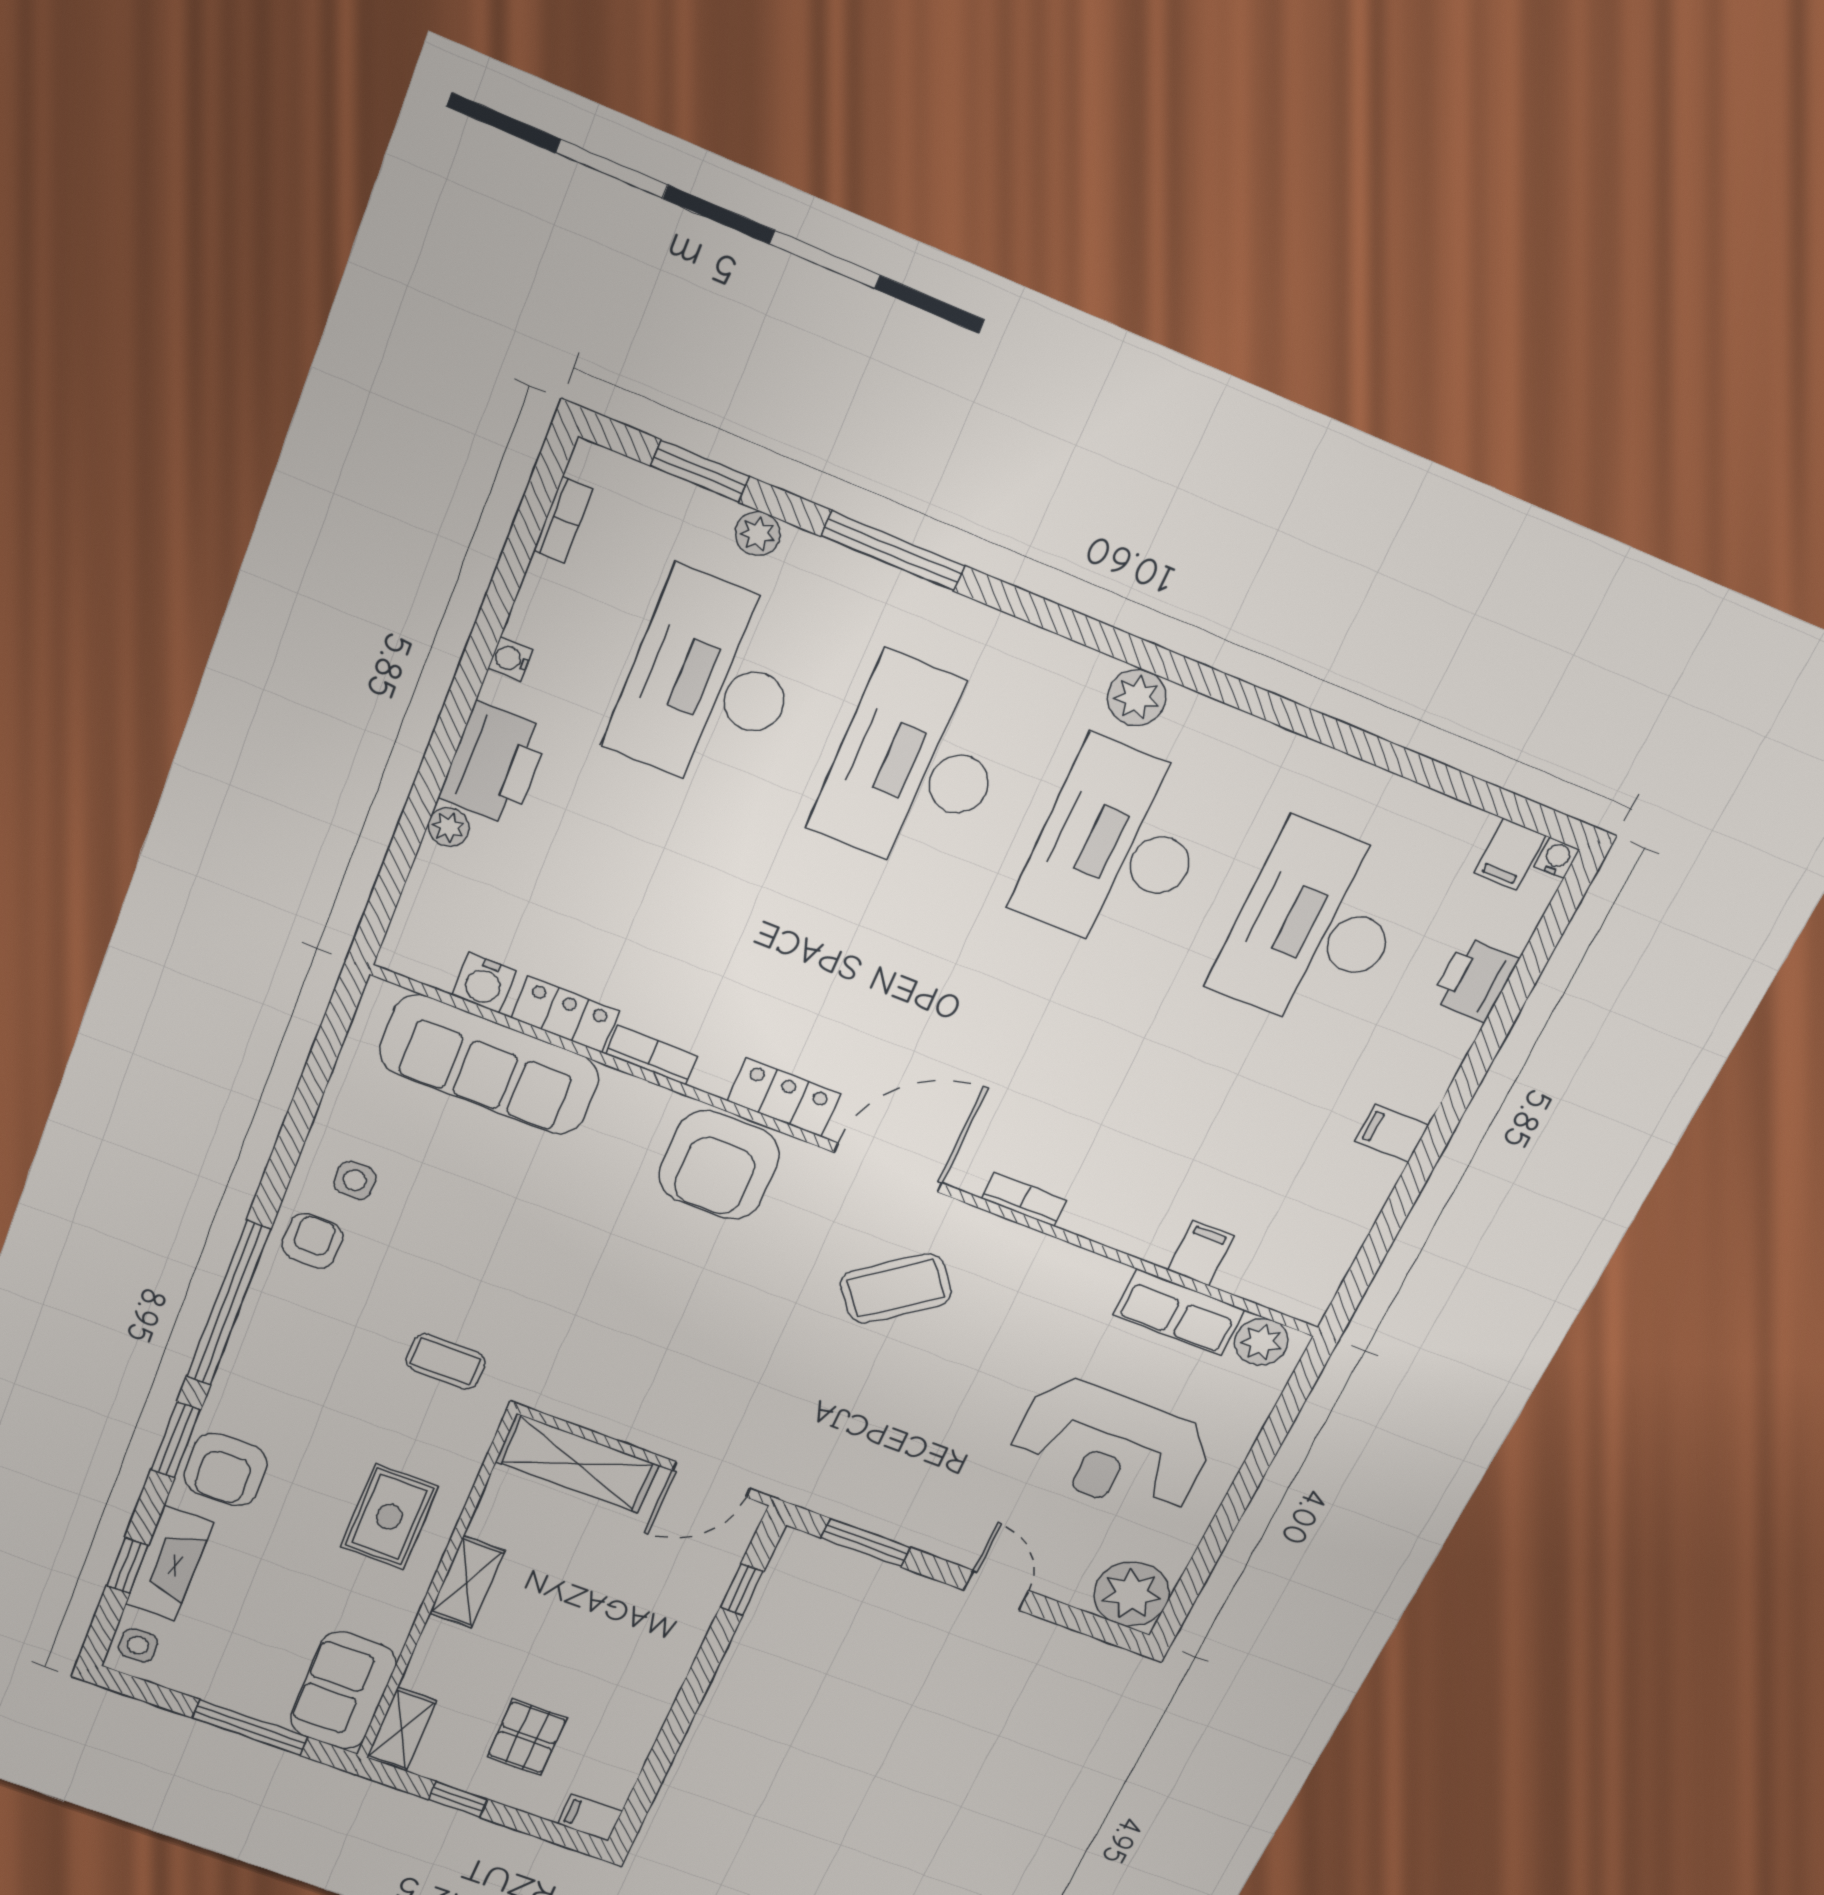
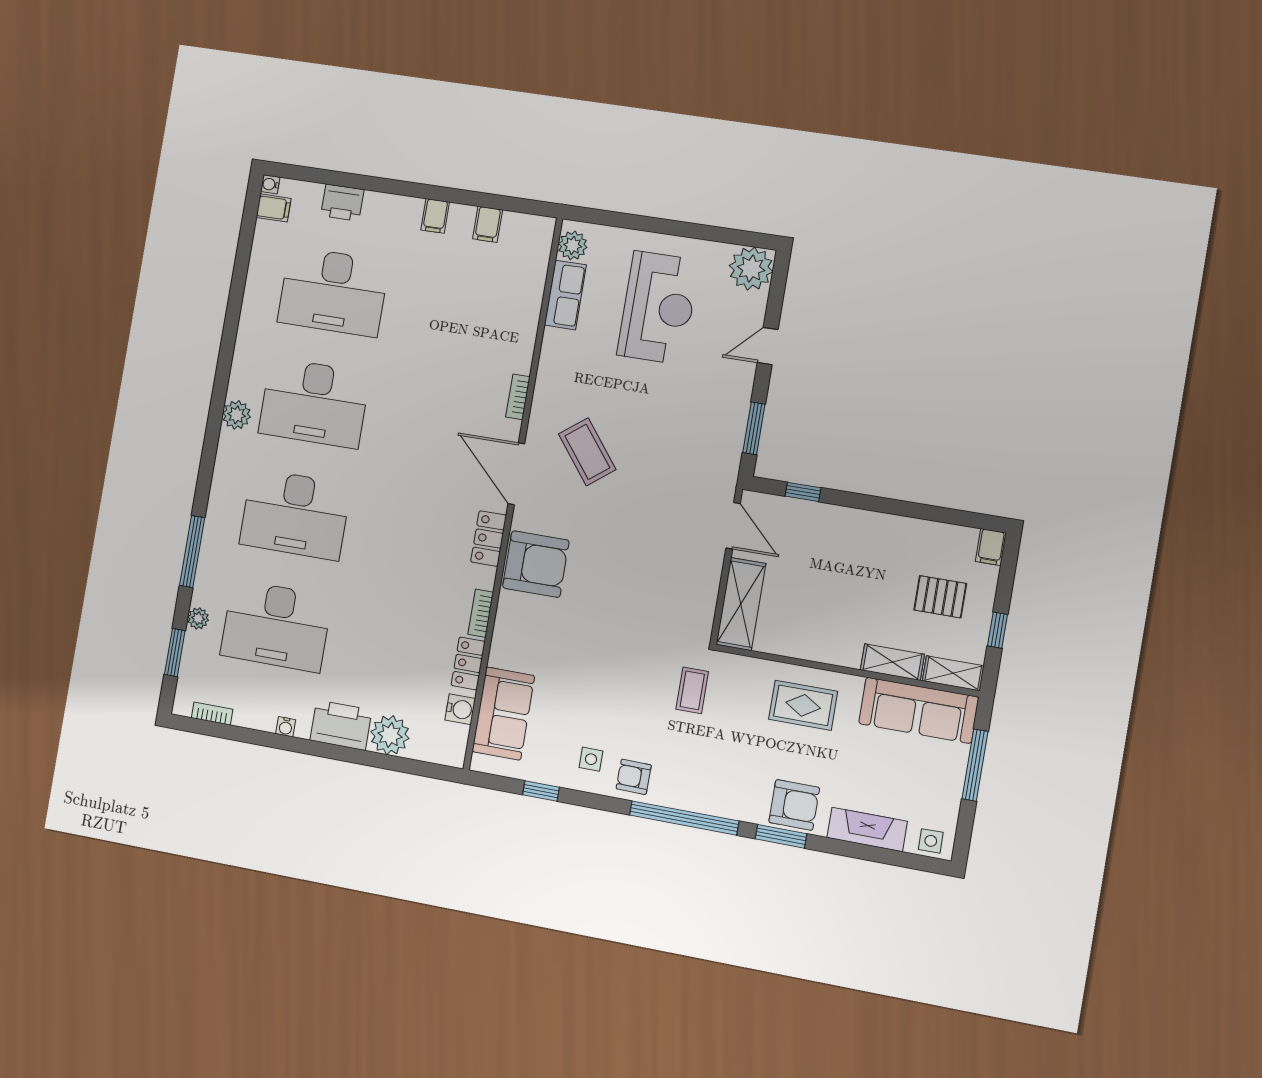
plant: (448, 827) -> (390, 735), width x1.88, depth x1.88
sofa: (489, 1065) -> (503, 714), width x0.73
filing cabinet: (1201, 1253) -> (488, 224), moved, turned -90
window: (127, 1565) -> (541, 791), moved
shelving: (467, 1582) -> (892, 662), moved
sofa: (343, 1691) -> (919, 710), width x1.36

